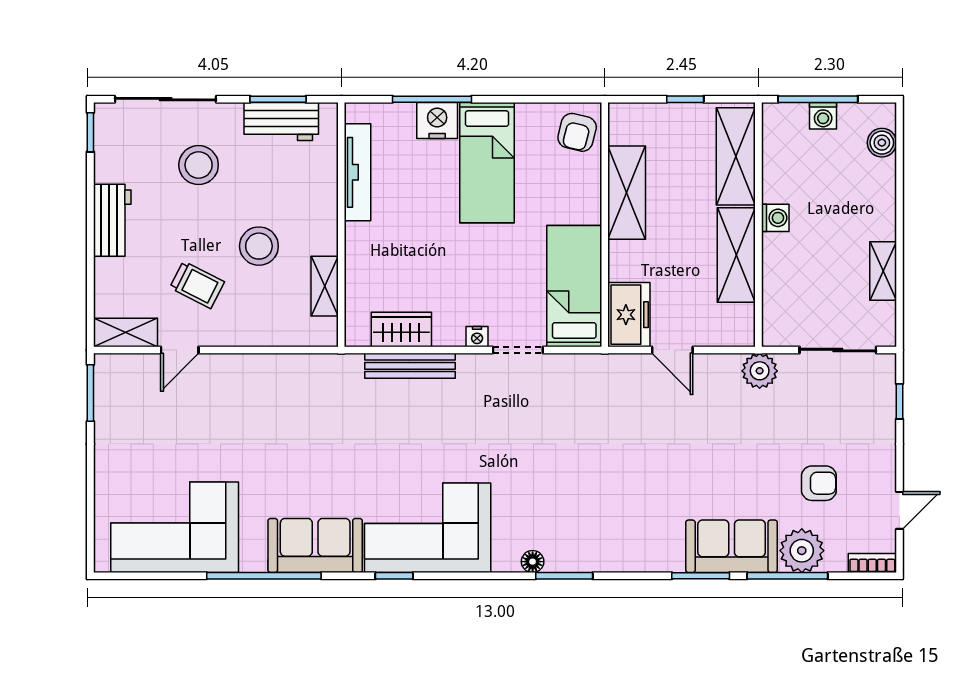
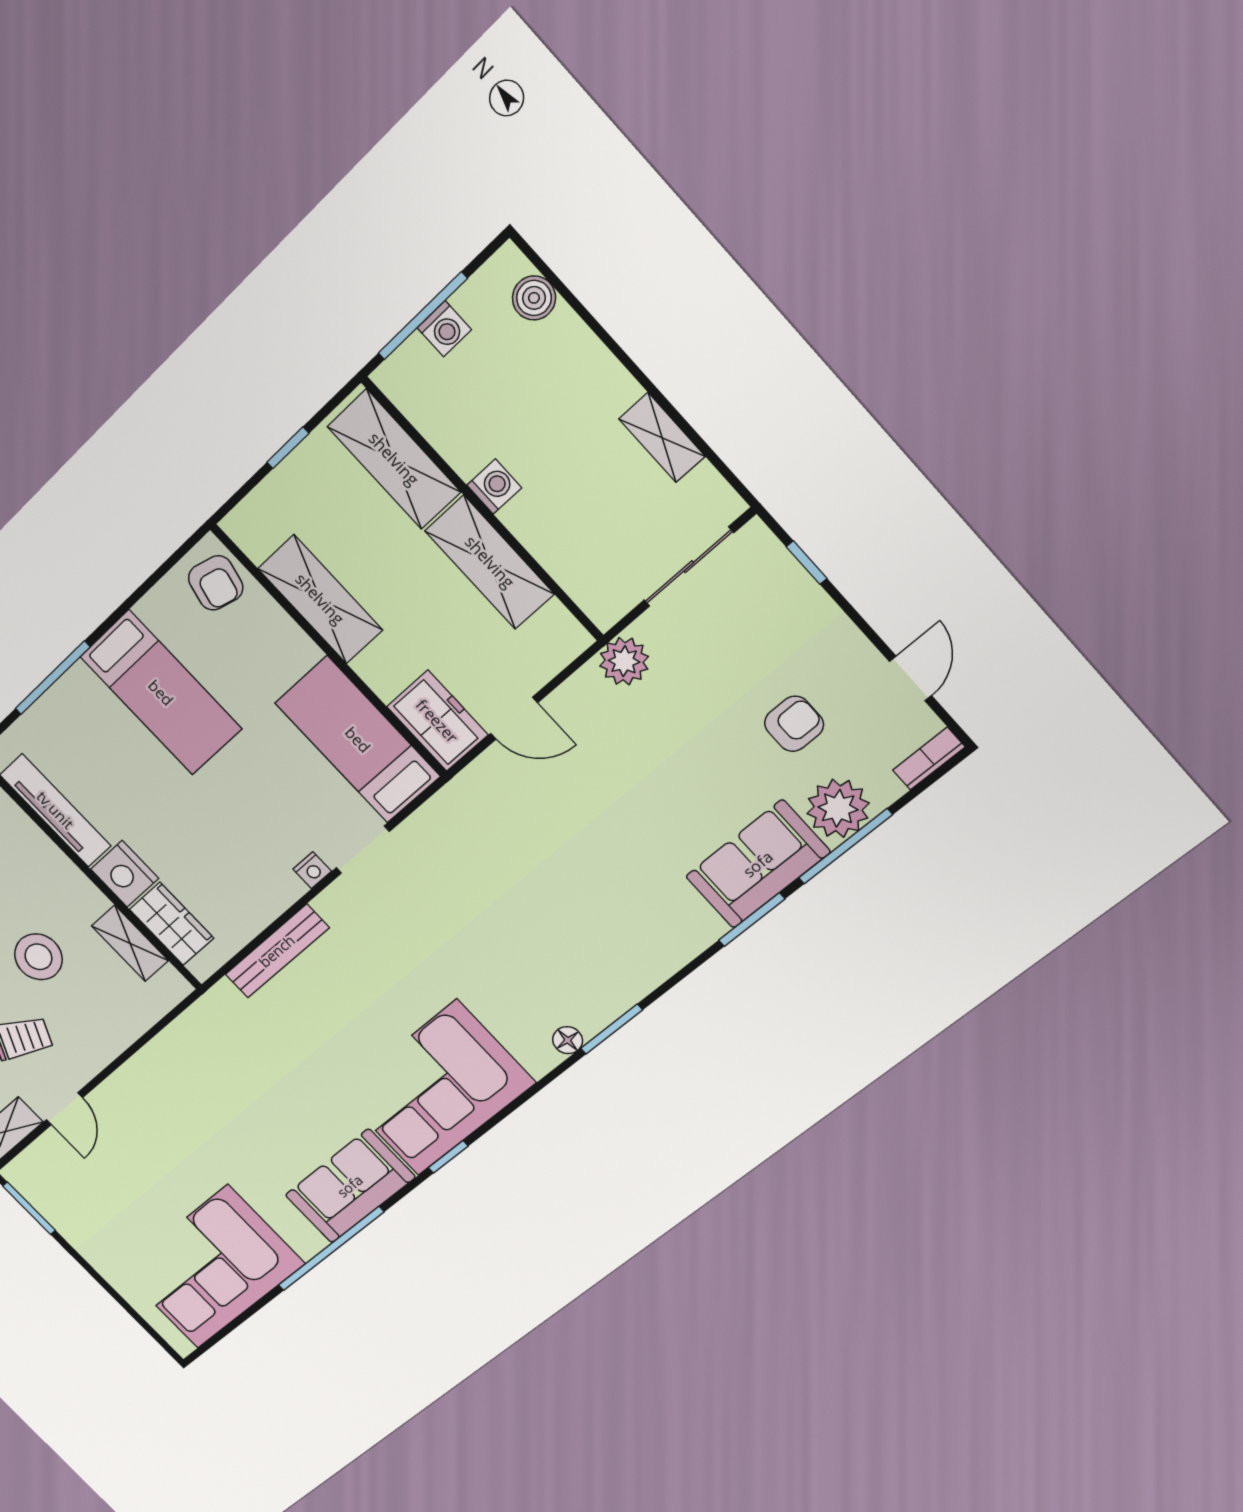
nightstand: (437, 120) -> (125, 874), moved, turned -90
wardrobe: (401, 329) -> (172, 924), moved, turned 90

